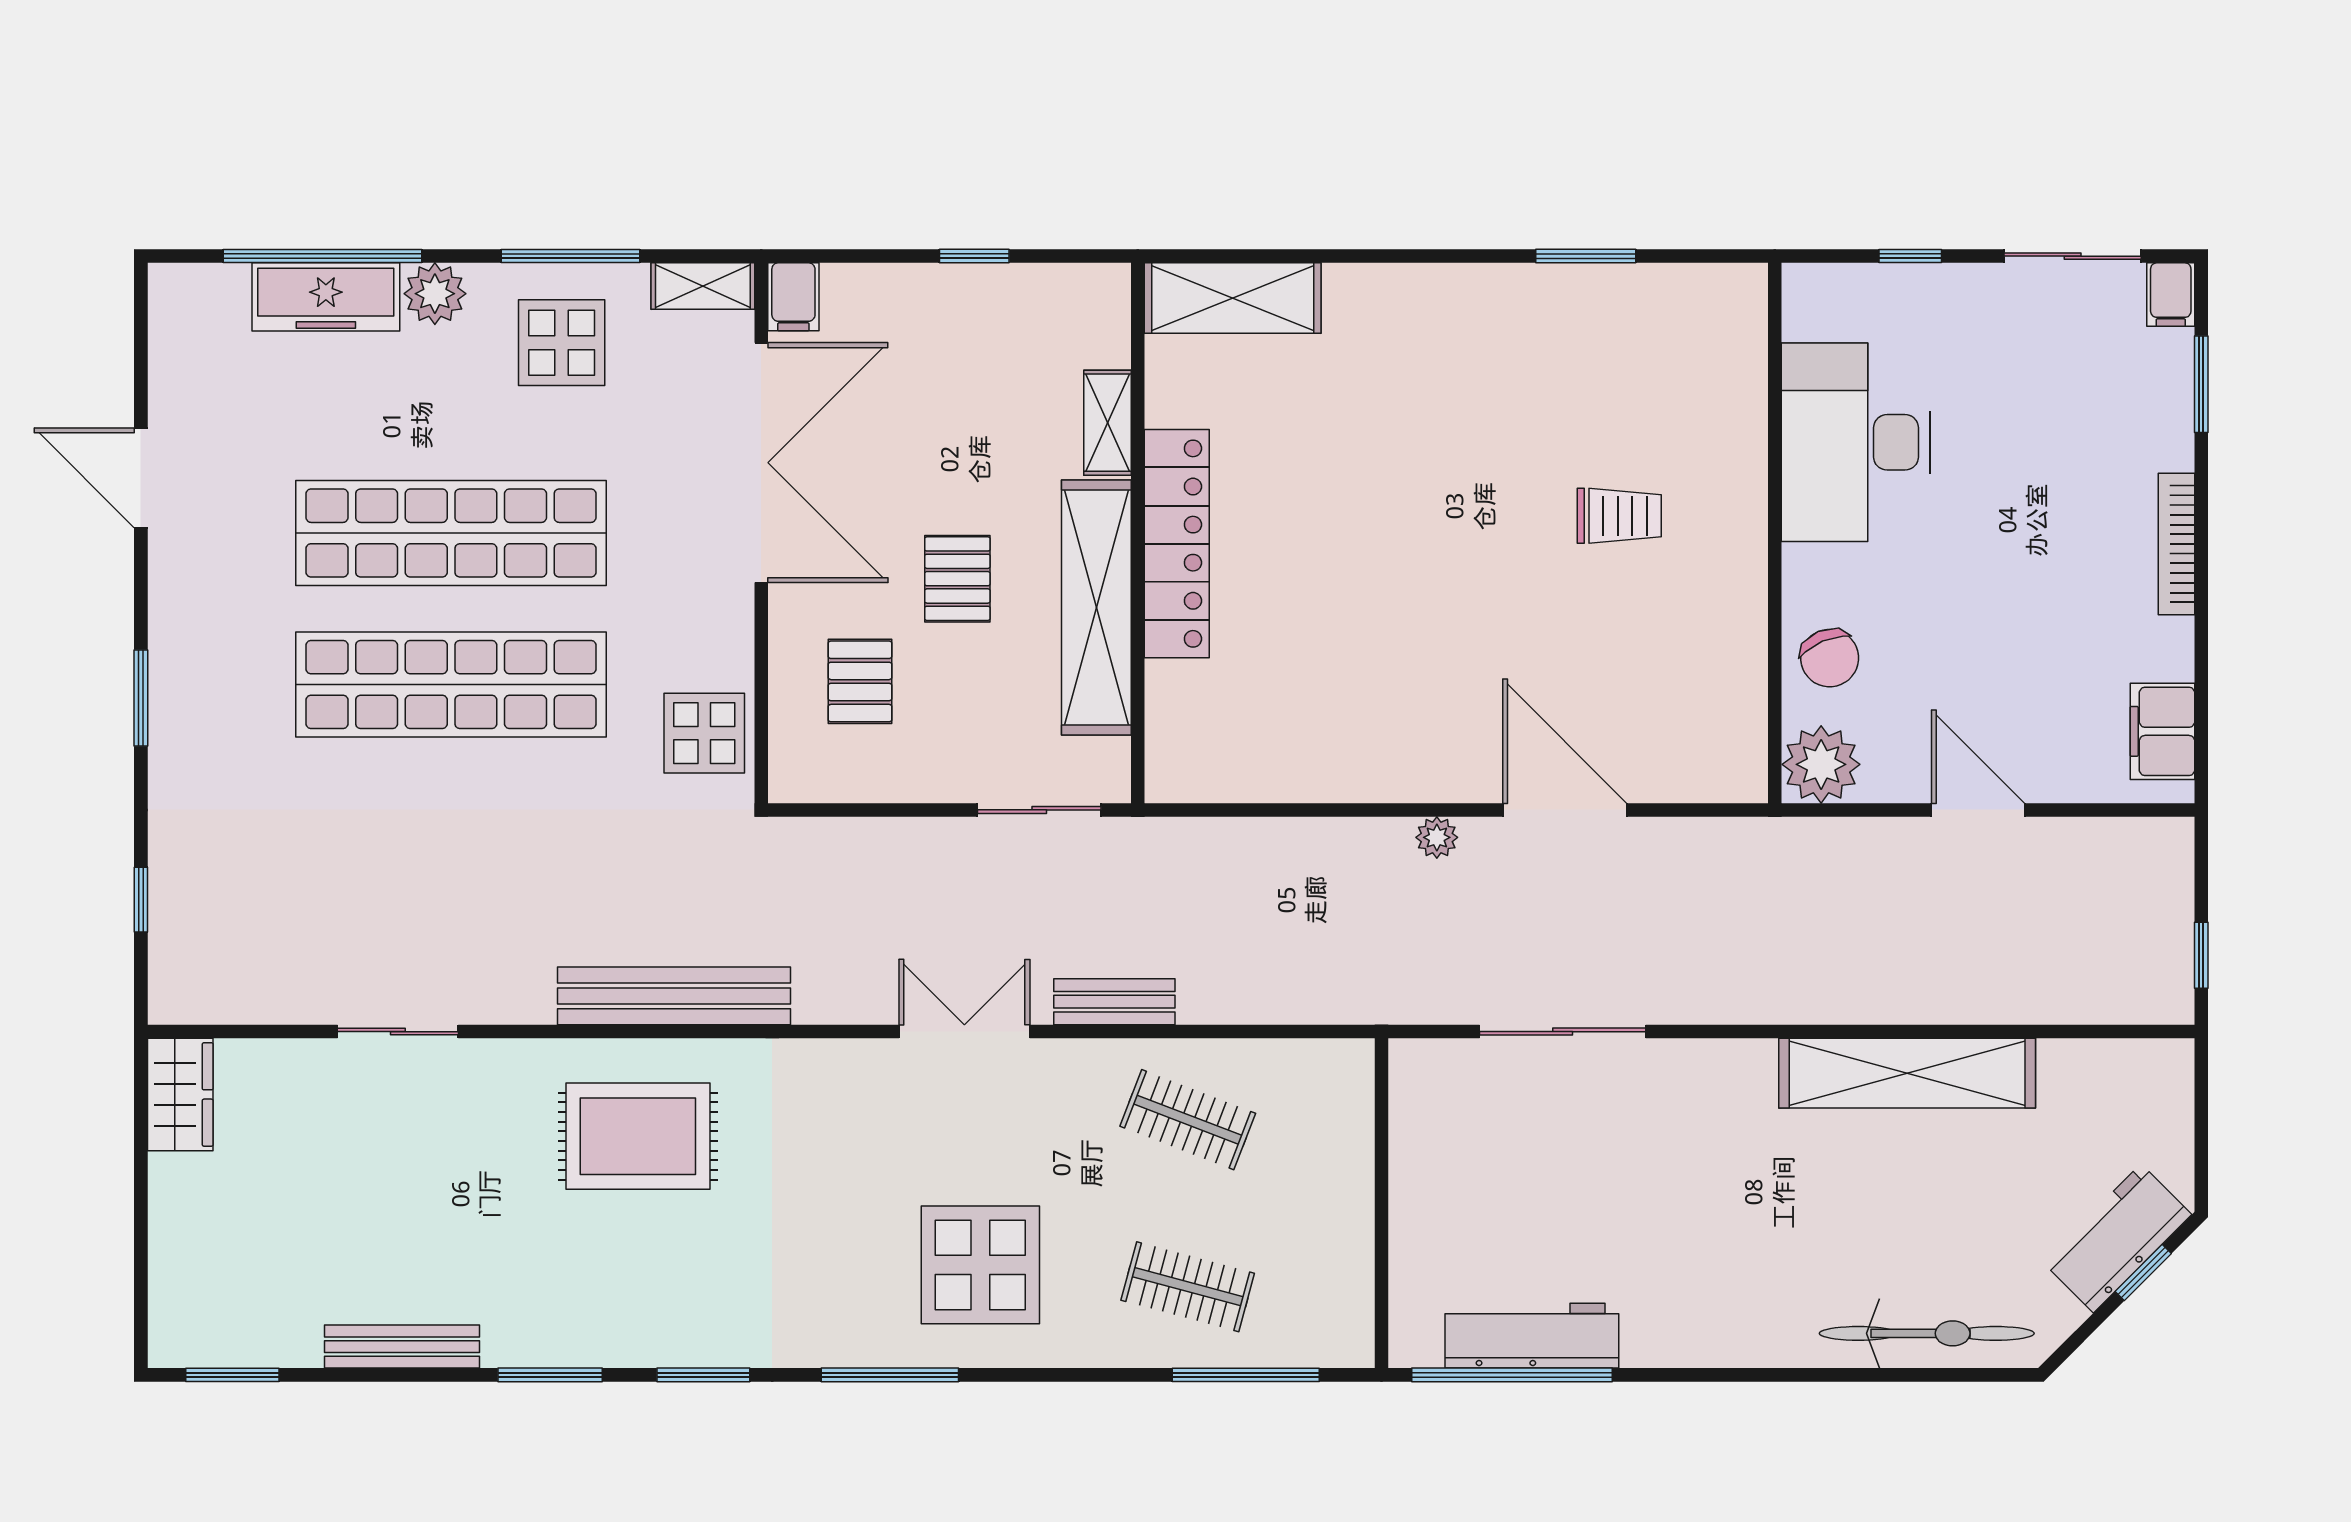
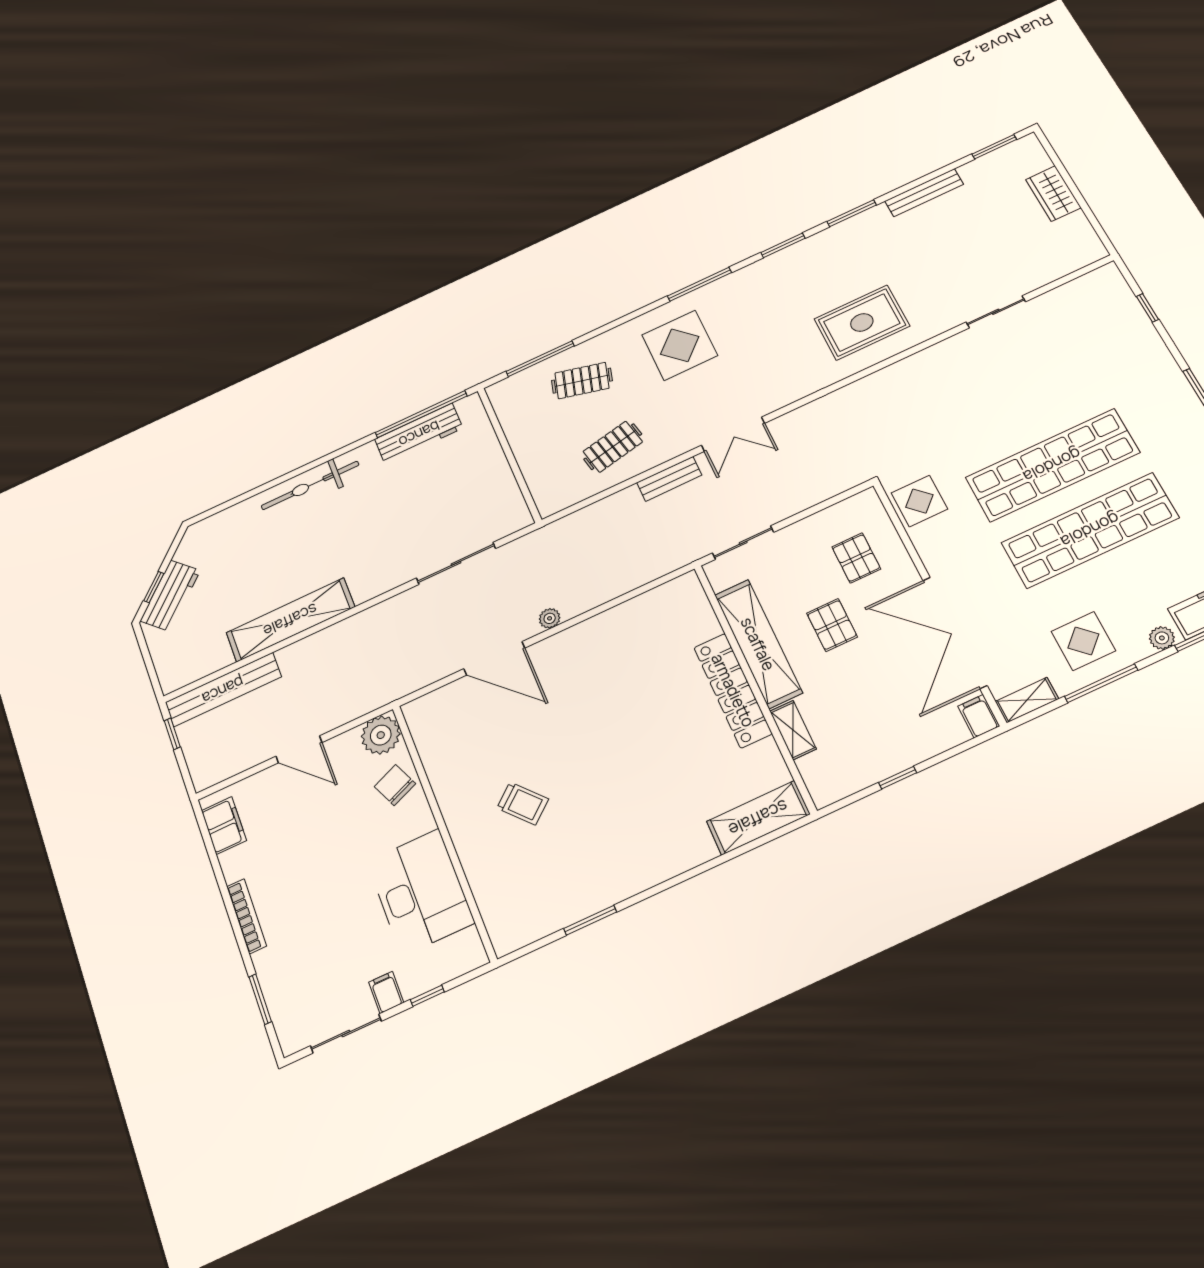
plant: (435, 294) -> (1162, 638), width x0.73, depth x0.73
filing cabinet: (2171, 295) -> (386, 992), moved
trolley: (1619, 516) -> (523, 803), turned -131
bench: (674, 996) -> (223, 690), moved
wardrobe: (180, 1094) -> (1053, 194), moved
clothes rail: (1188, 1120) -> (613, 447), turned -33
bicycle: (1927, 1333) -> (310, 485), moved

